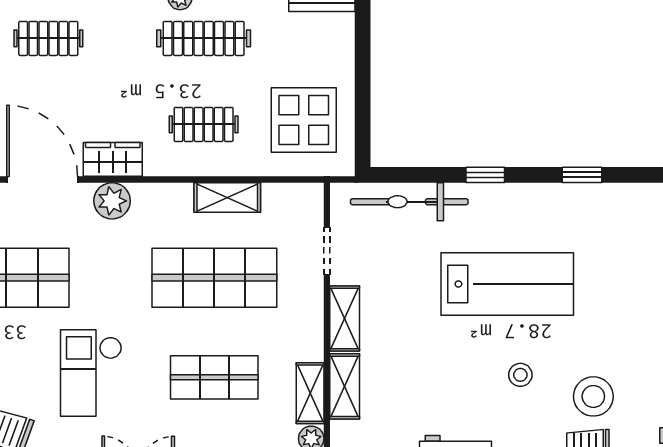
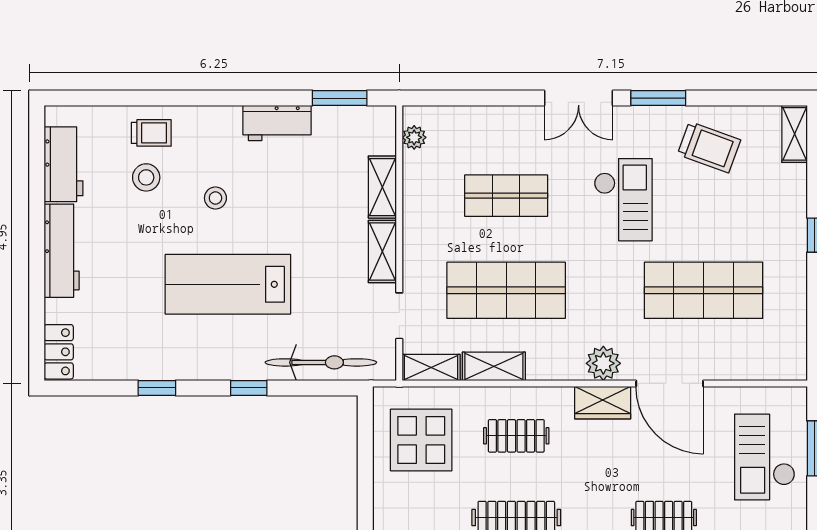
shelving: (310, 393) -> (431, 368), moved, turned 90
stool: (593, 396) -> (146, 177), width x0.73, depth x0.73

